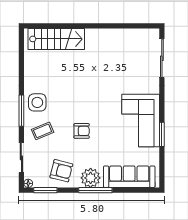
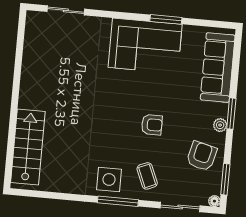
sliding door: (162, 58) -> (66, 10), width x0.73
armchair: (82, 131) -> (152, 125), turned 90
plant: (91, 178) -> (220, 125), width x0.53, depth x0.53
window: (95, 190) -> (231, 114), width x0.69

